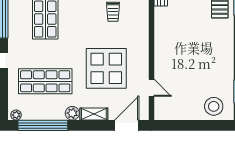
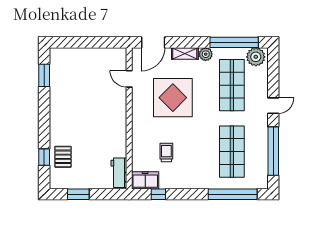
shop shelf: (45, 81) -> (232, 85), turned 90
stool: (214, 106) -> (69, 61), removed
plant: (16, 115) -> (256, 57), width x1.88, depth x1.88

